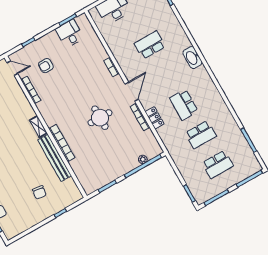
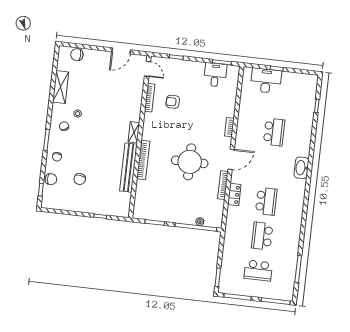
school desk: (150, 45) -> (274, 132), turned 90
armchair: (46, 66) -> (173, 102), moved
school desk: (184, 105) -> (266, 201), turned 180
round table: (100, 118) -> (190, 162), width x1.36, depth x1.36
school desk: (201, 135) -> (262, 236), turned 90
chair: (39, 192) -> (80, 179), moved

